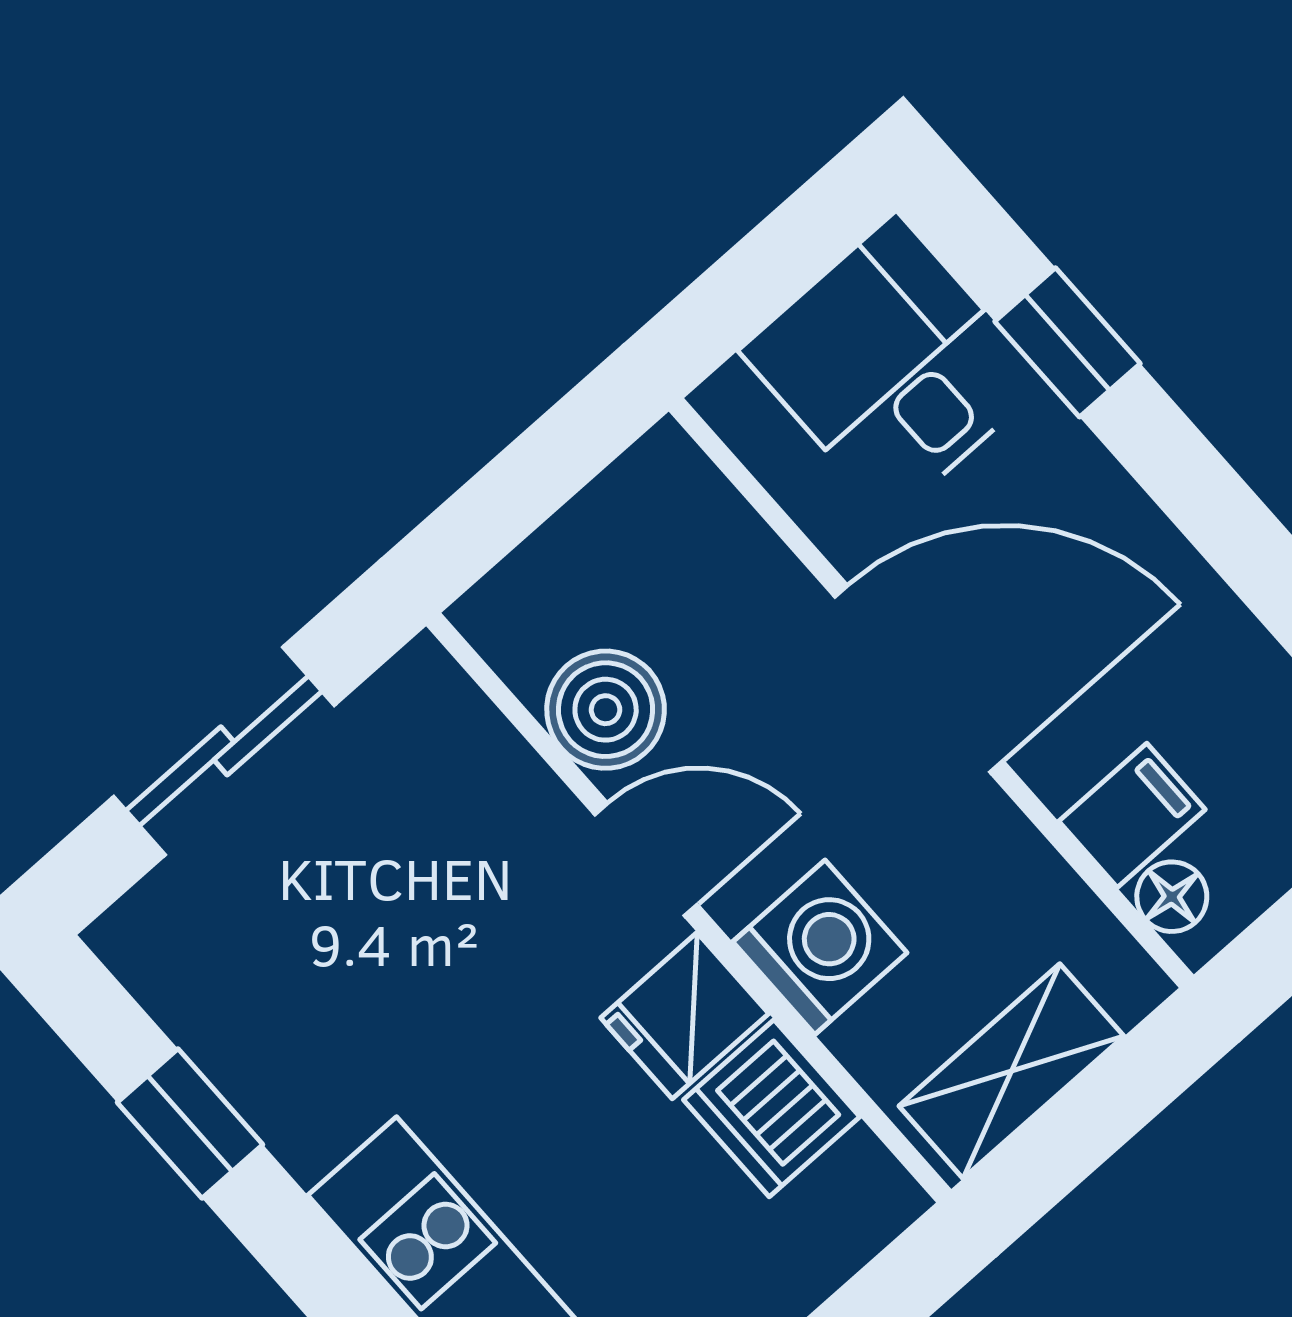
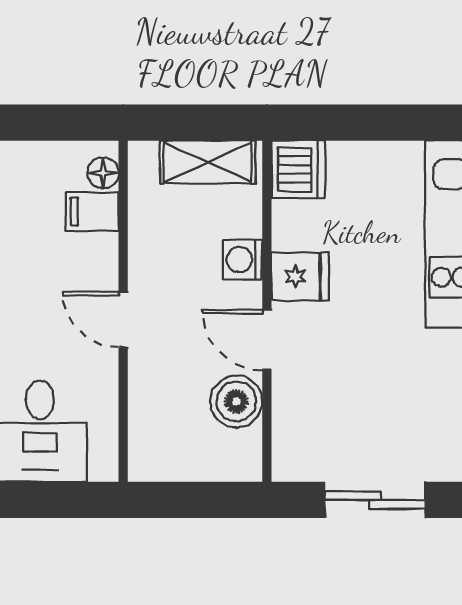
door: (919, 679) -> (123, 320), width x0.53
washing machine: (820, 947) -> (242, 260), width x0.73, depth x0.73
dishwasher: (772, 1108) -> (298, 169), moved

